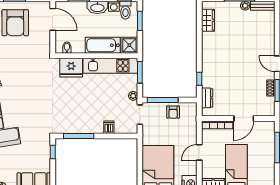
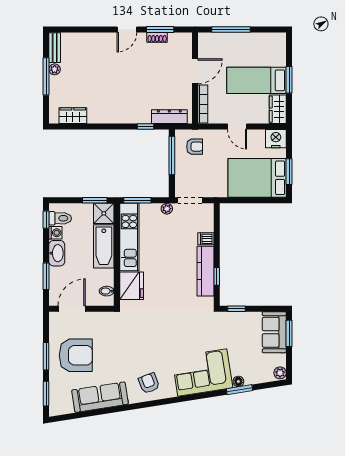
window: (140, 21) -> (95, 200), moved
dresser: (207, 98) -> (169, 117), width x1.44
window: (163, 100) -> (172, 155), moved
armchair: (173, 112) -> (195, 147), moved
door: (244, 119) -> (195, 71), hinge flipped
kitchen counter: (83, 127) -> (205, 271), added
window: (79, 136) -> (217, 276), width x0.46

